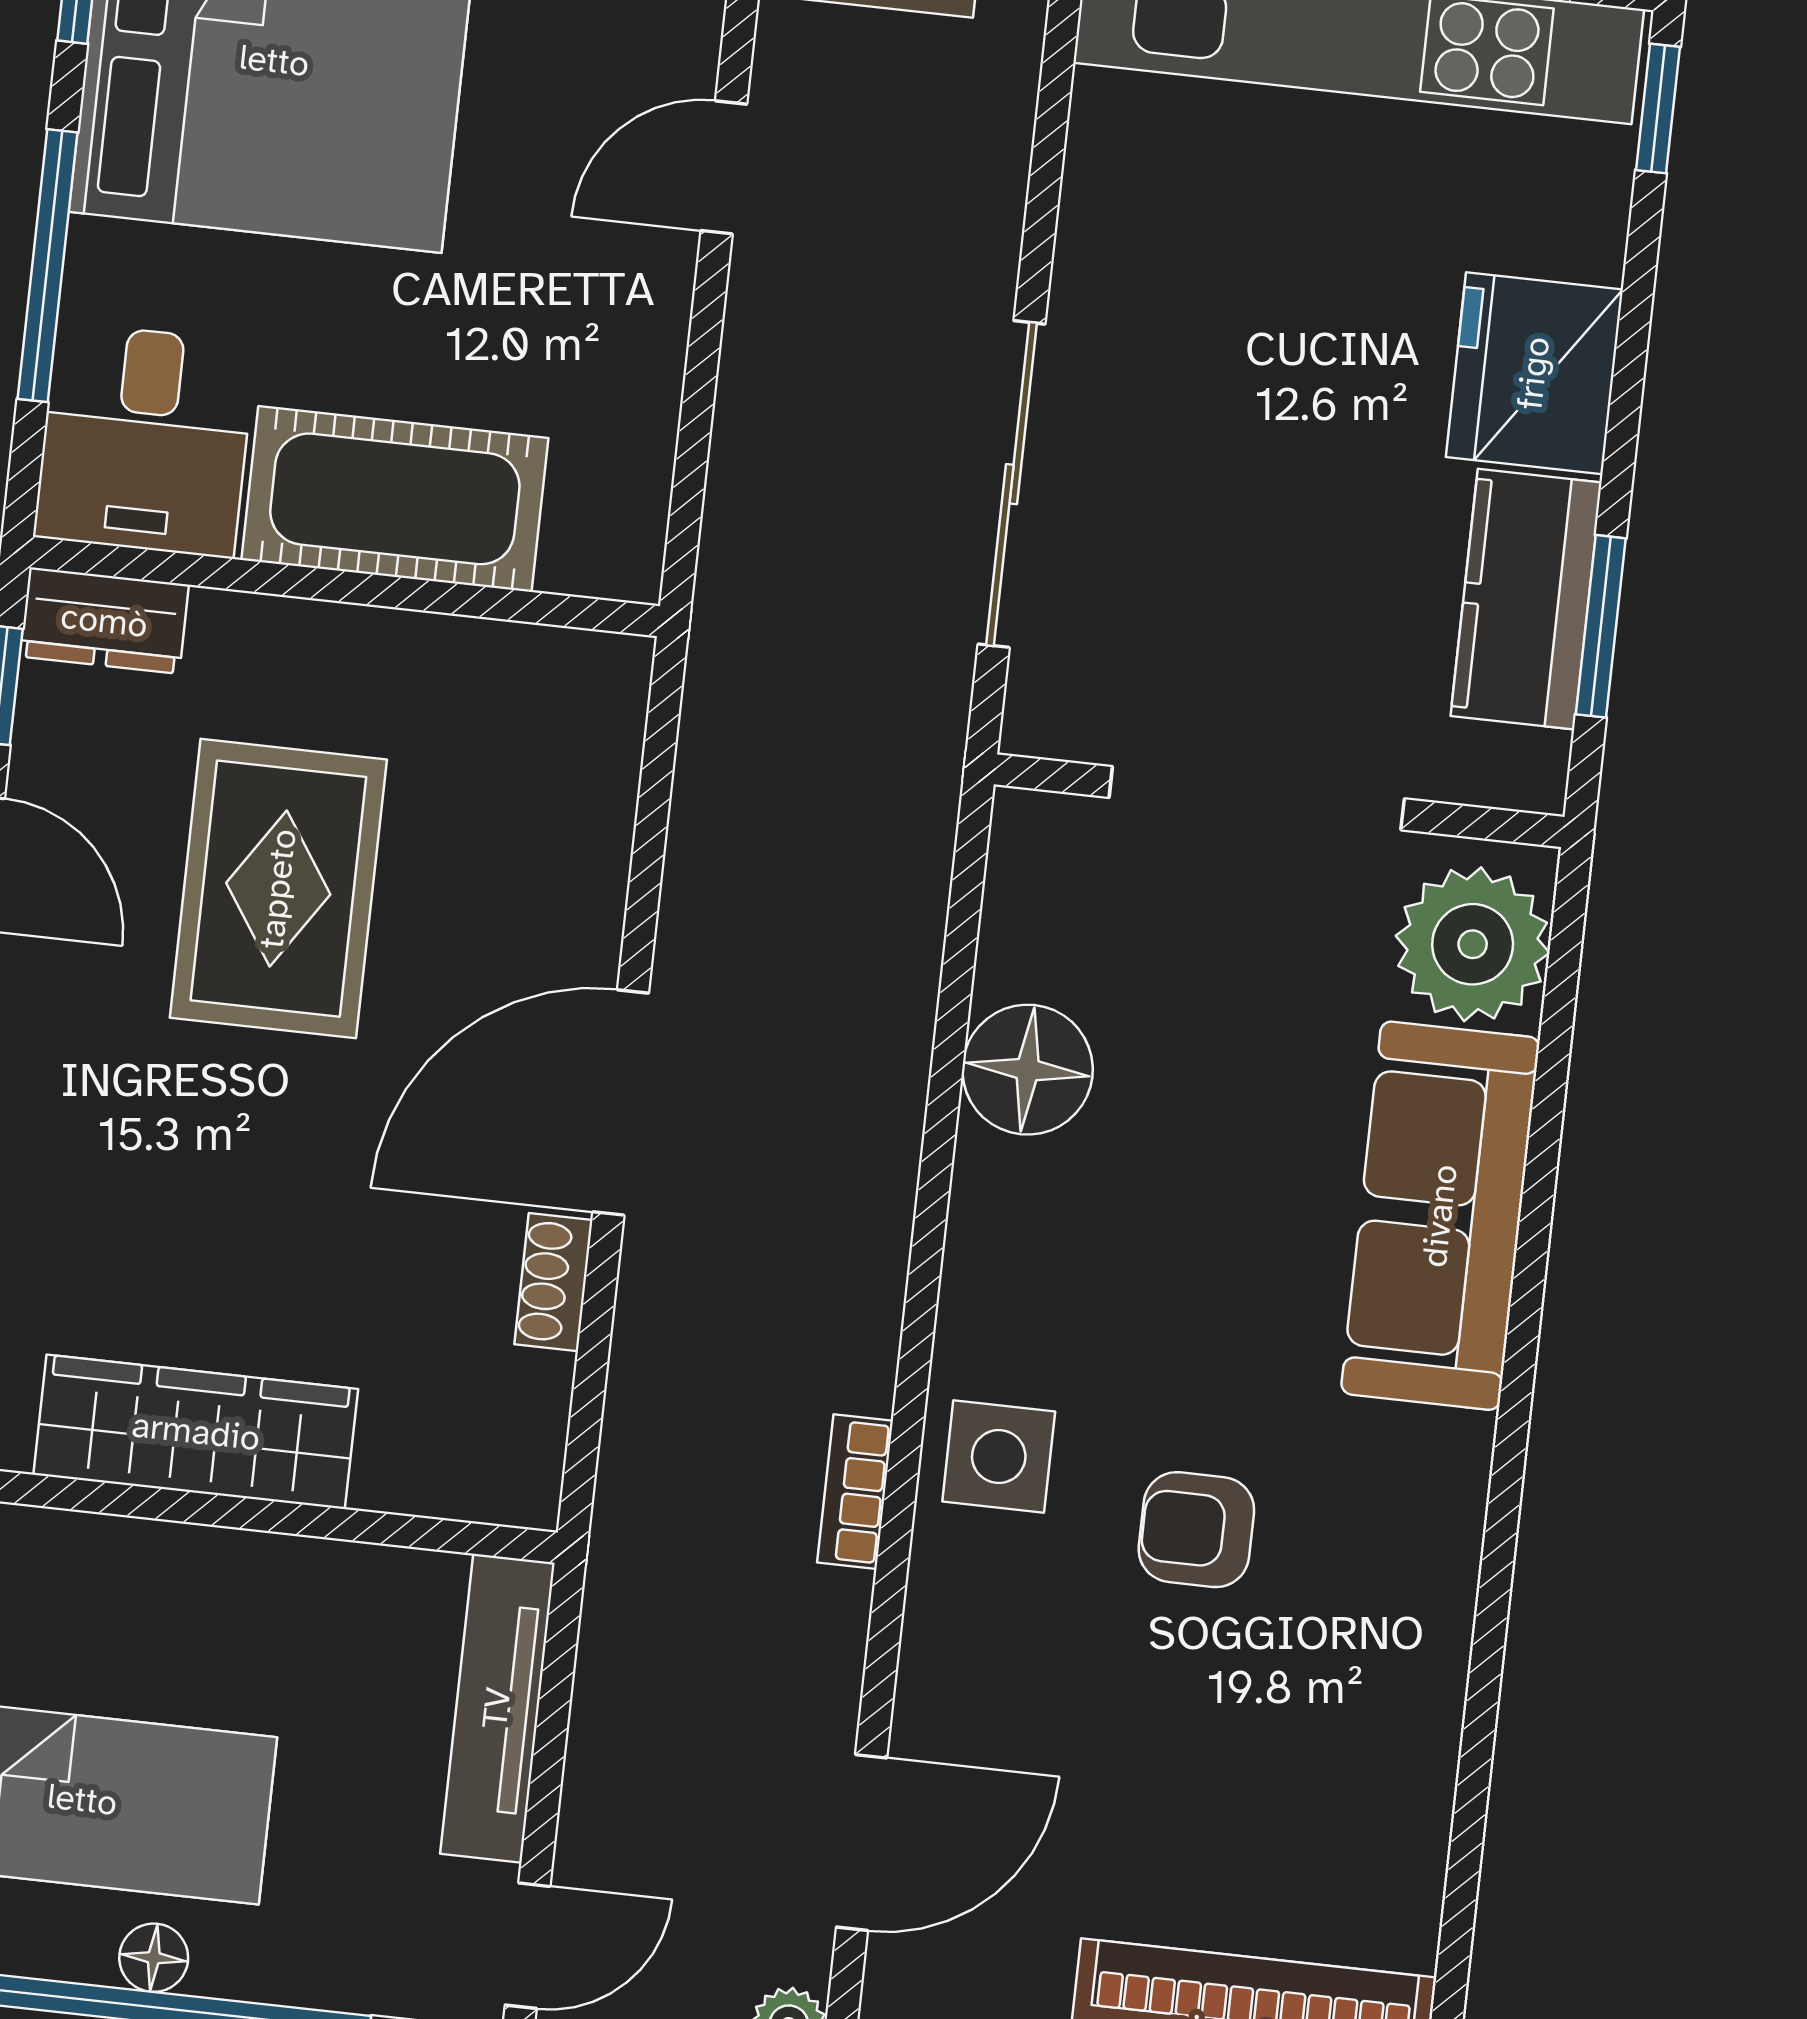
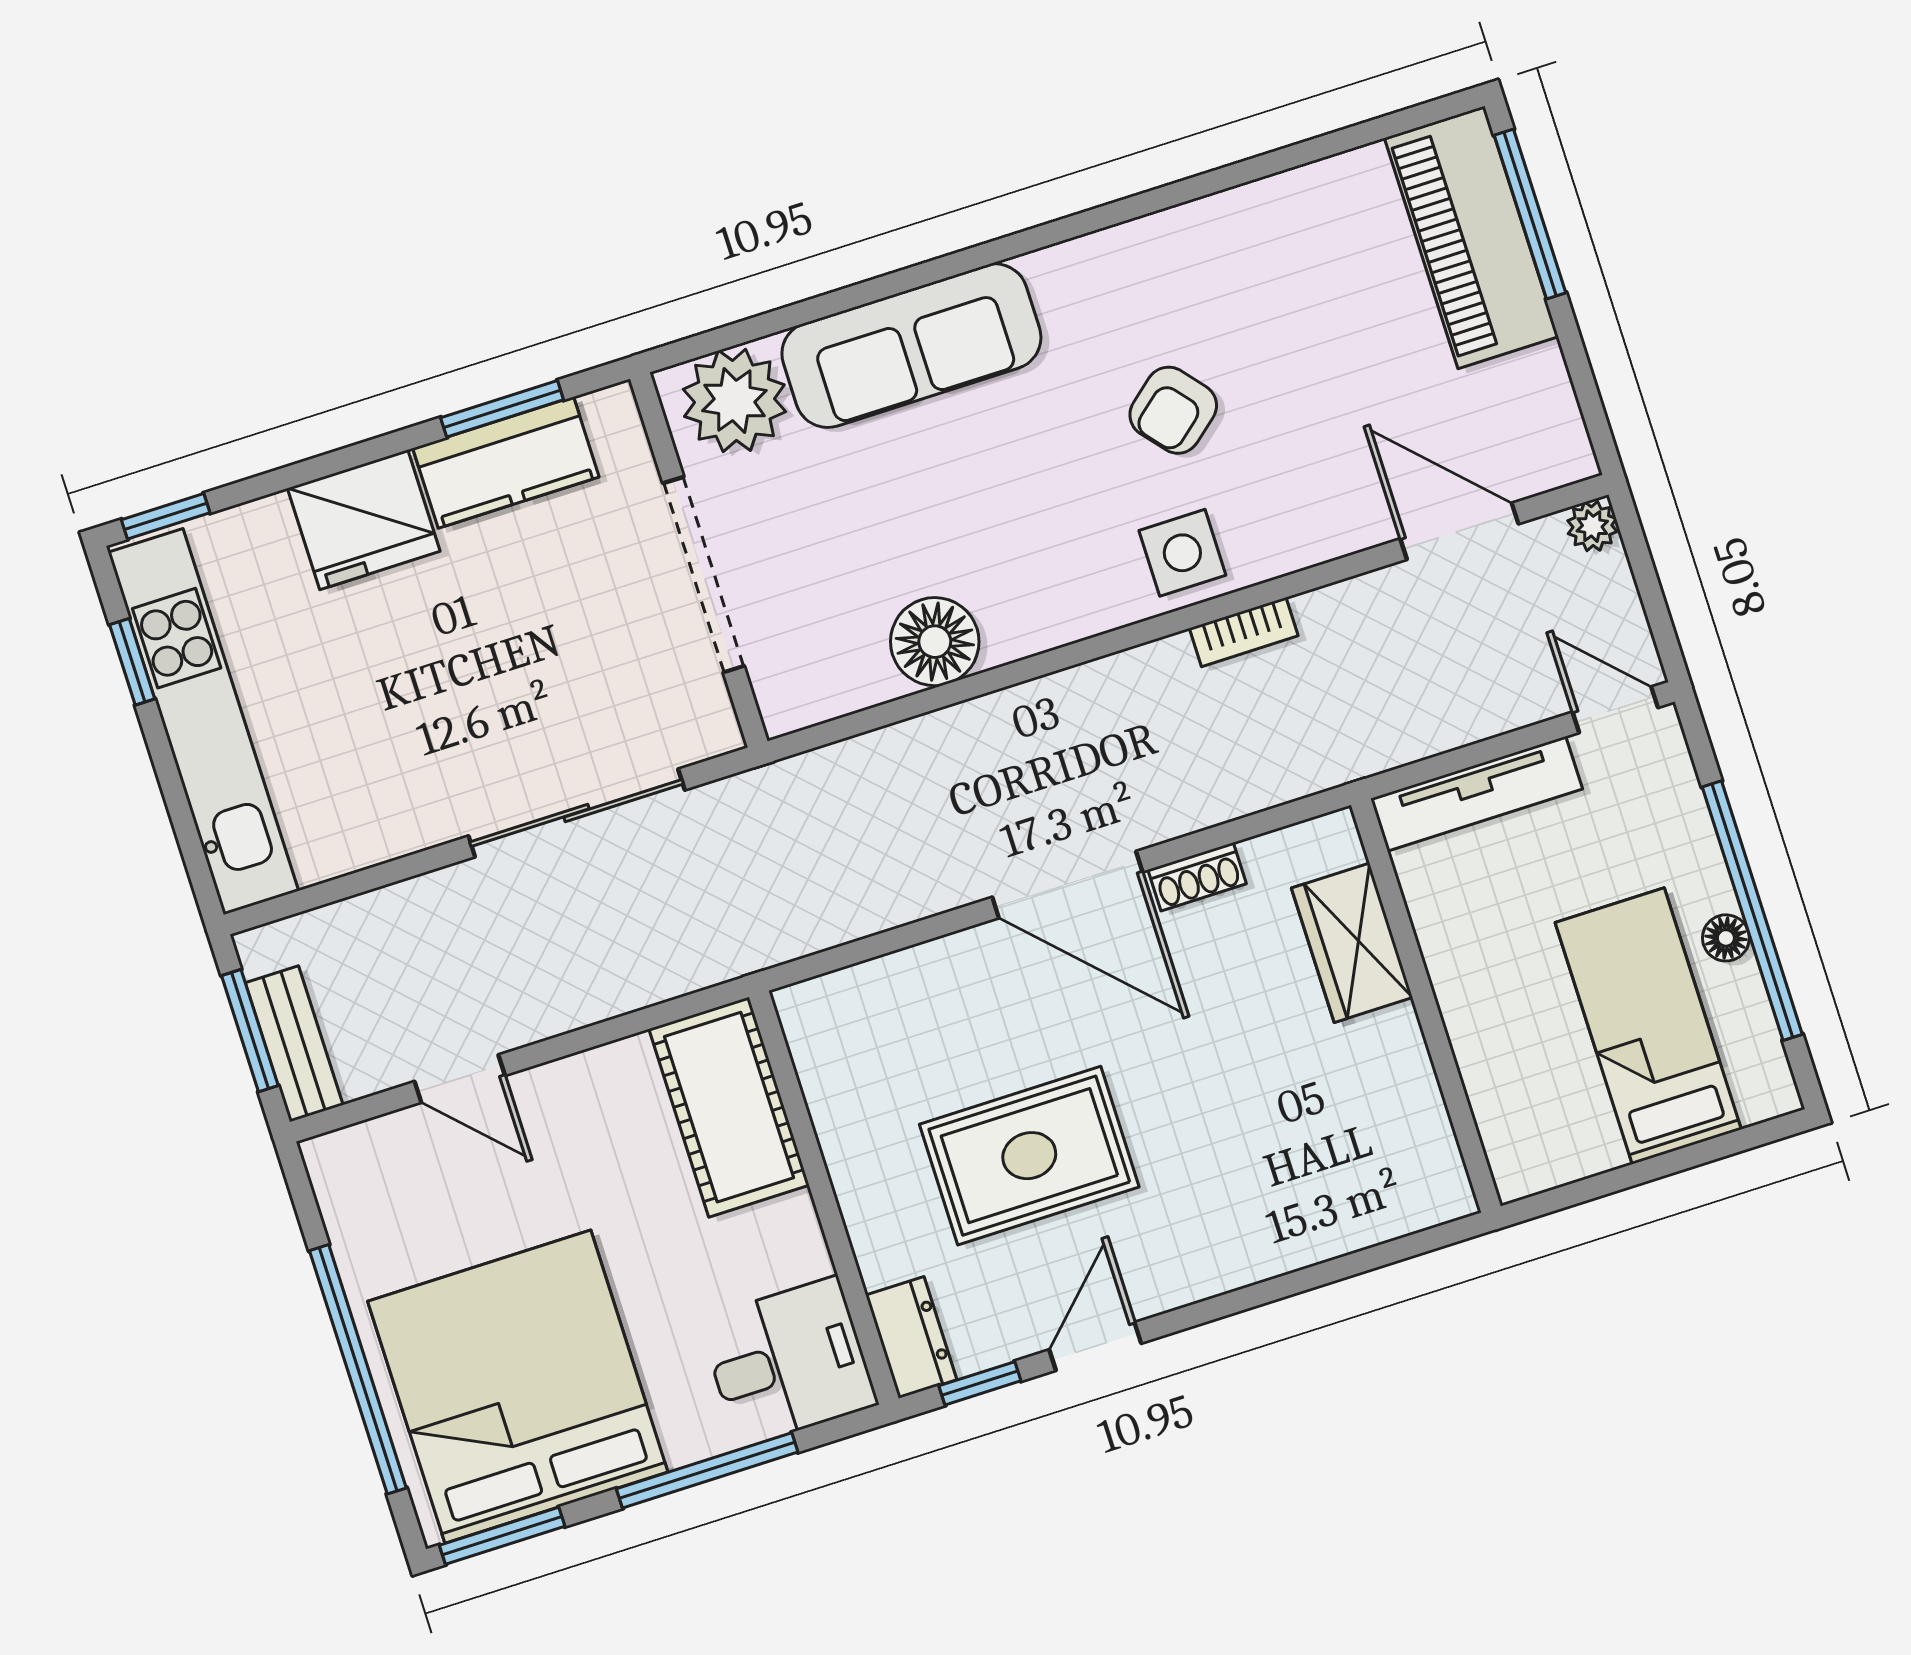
cot: (395, 499) -> (729, 1107), moved
wardrobe: (196, 1432) -> (1352, 943), moved, width x0.67
armchair: (1196, 1530) -> (1173, 410), turned 50

